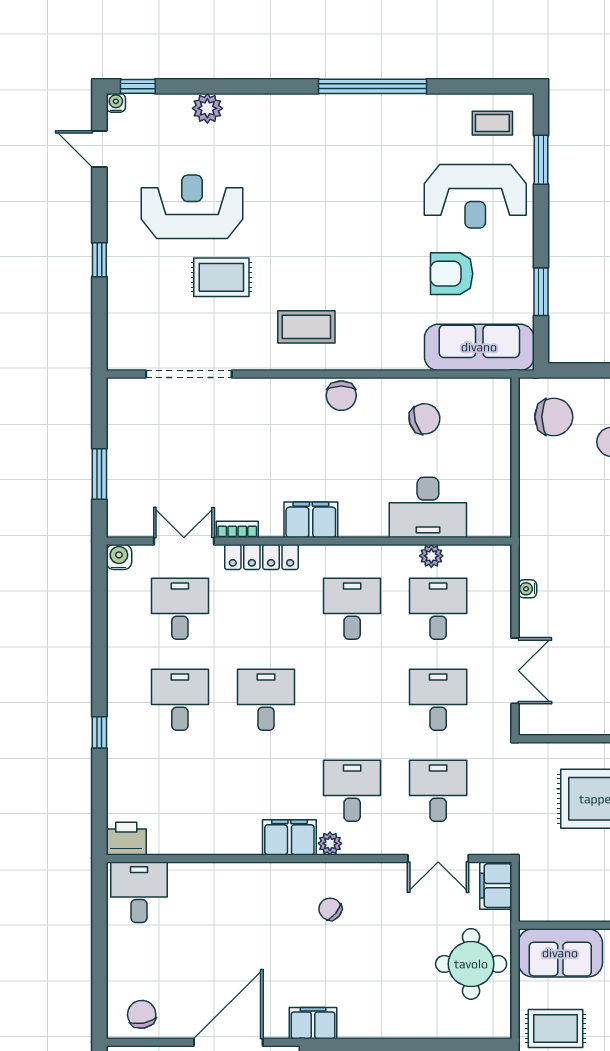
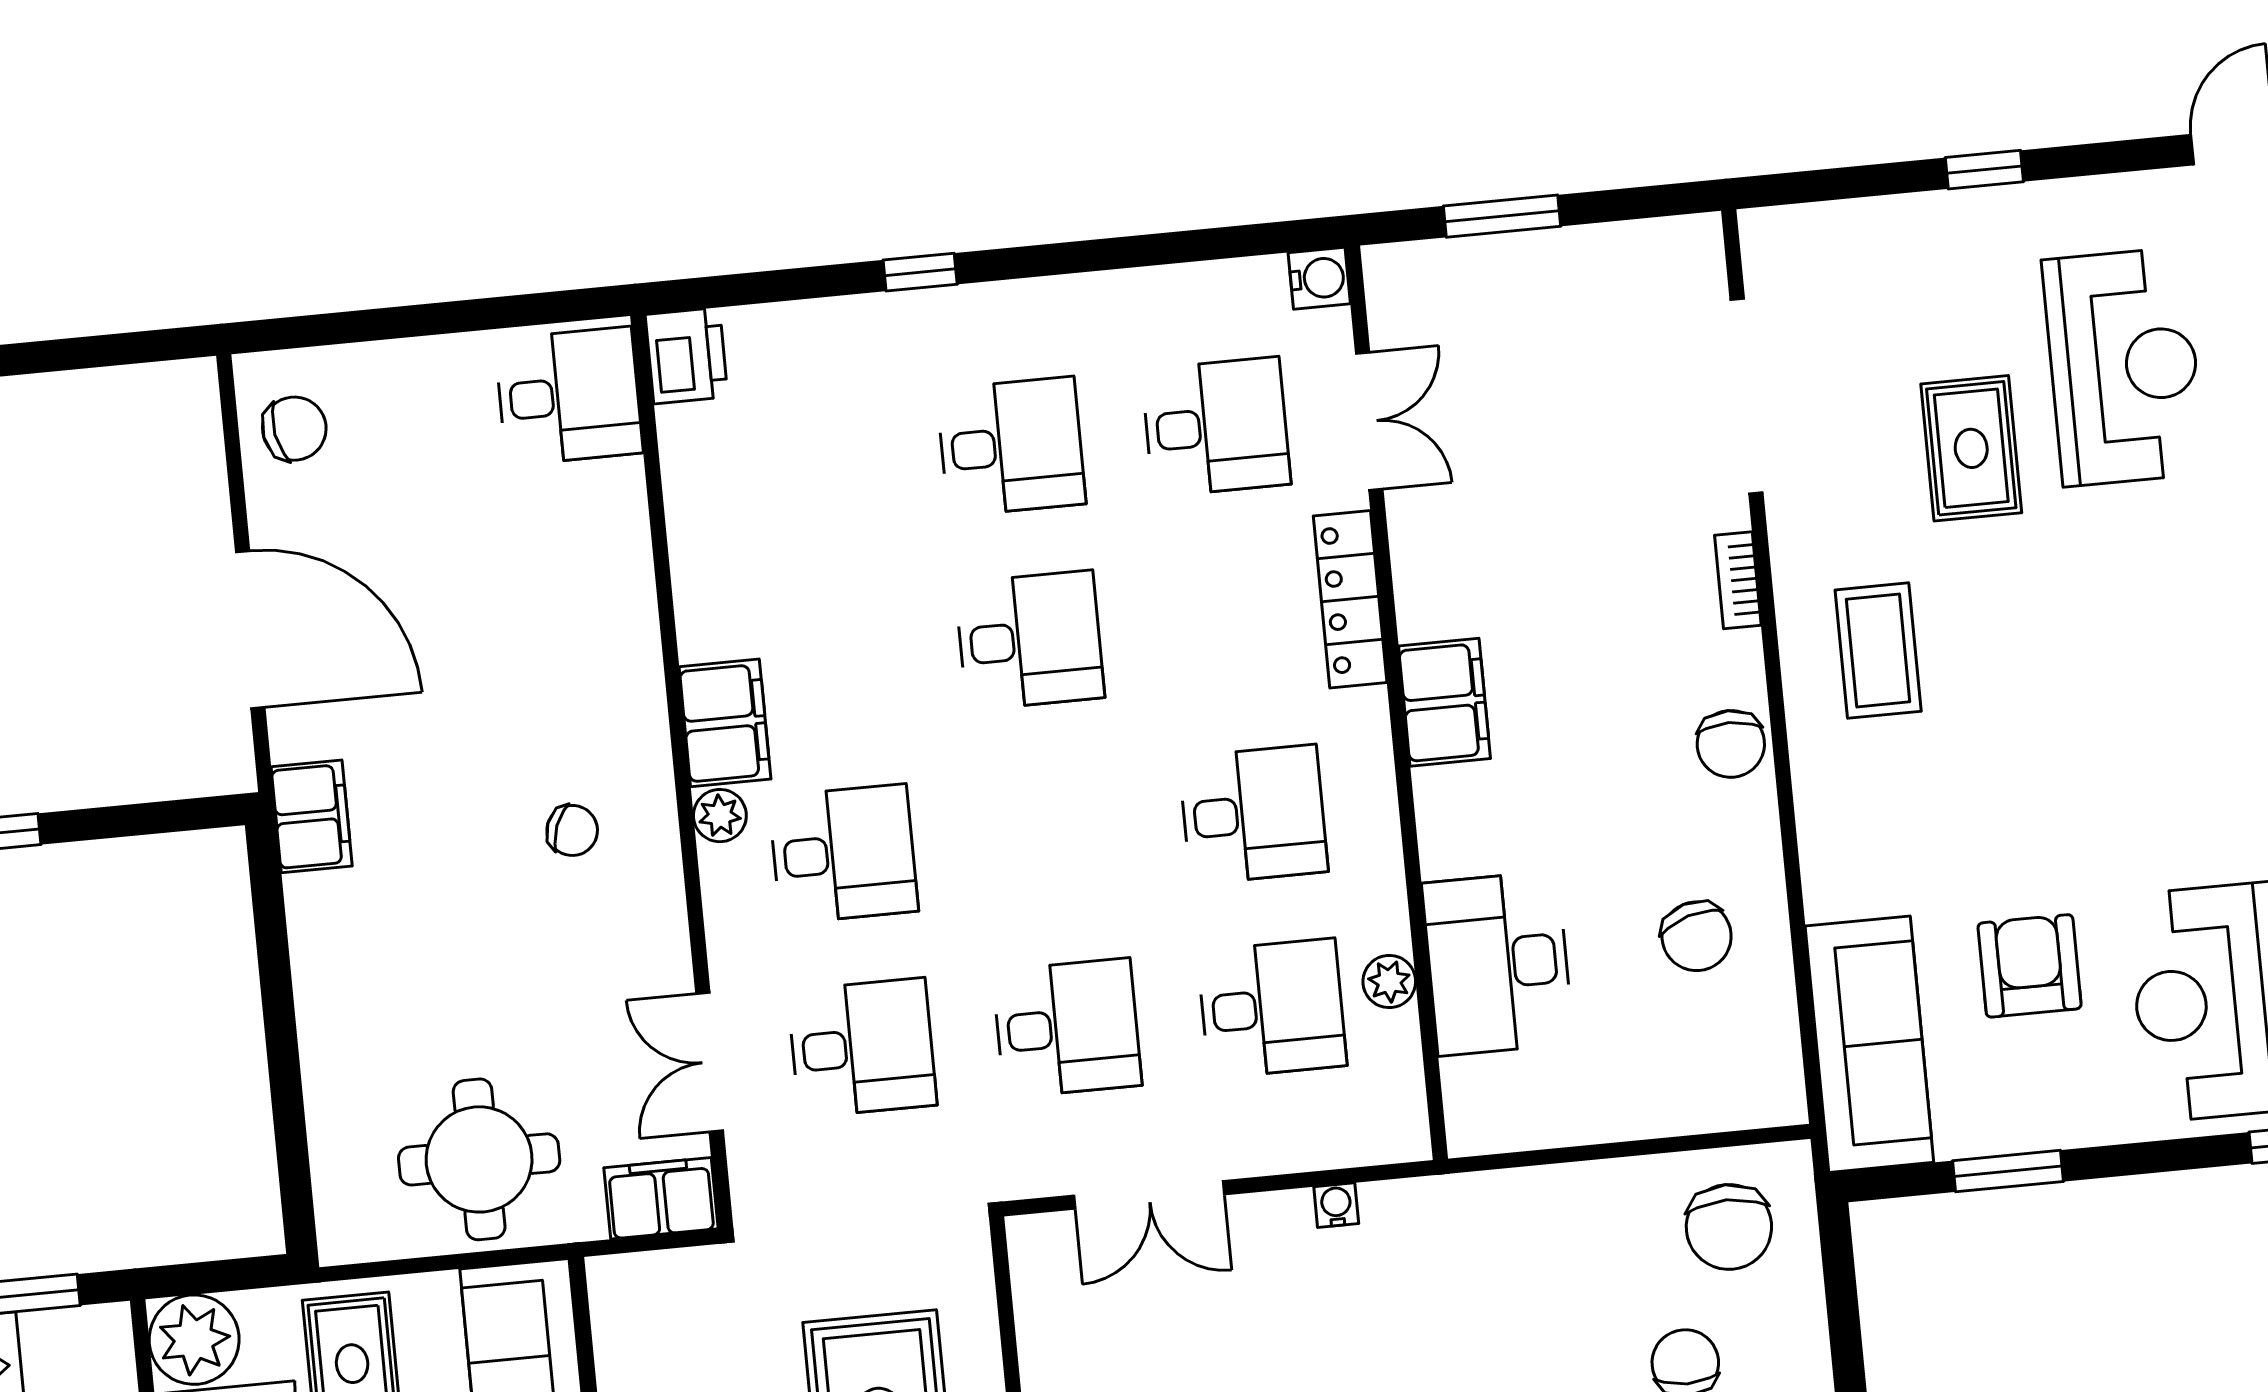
chair: (341, 396) -> (1731, 744), turned -90
bookcase: (237, 529) -> (1738, 580), moved, turned 180
chair: (330, 909) -> (572, 830), turned 71

